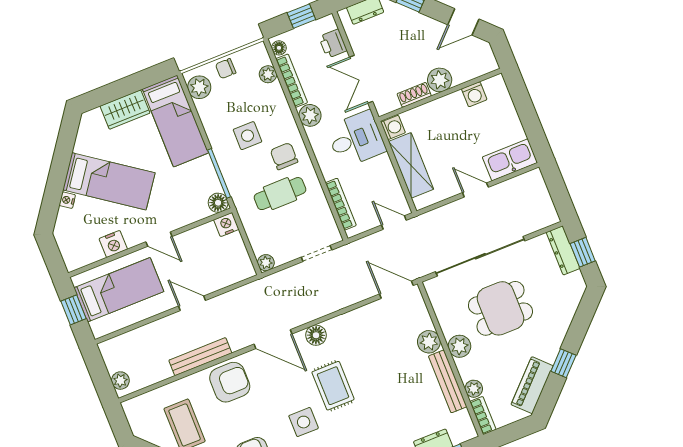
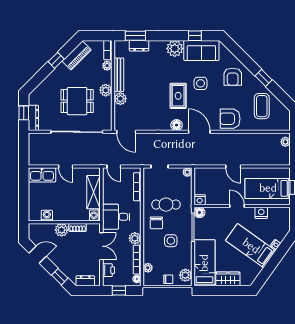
bench: (200, 357) -> (240, 138), removed

